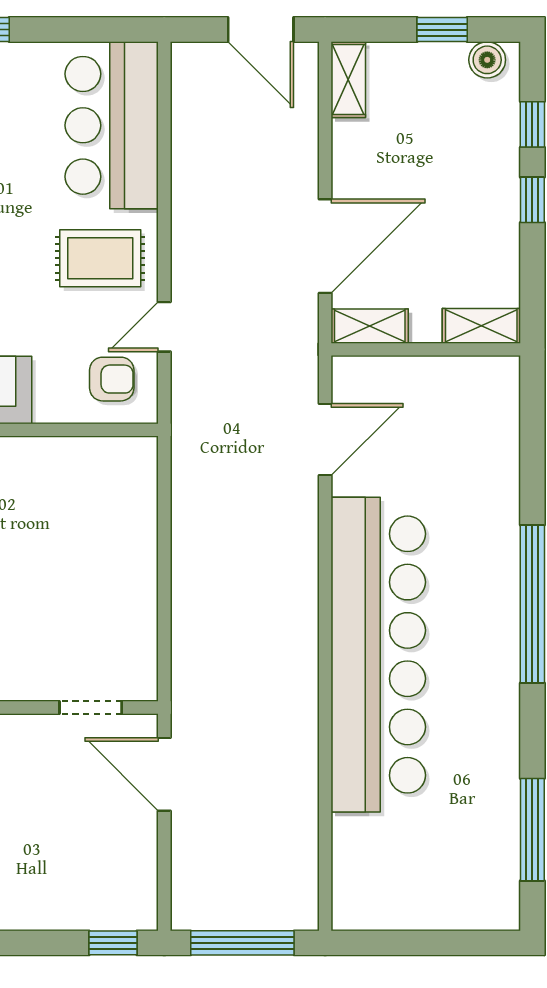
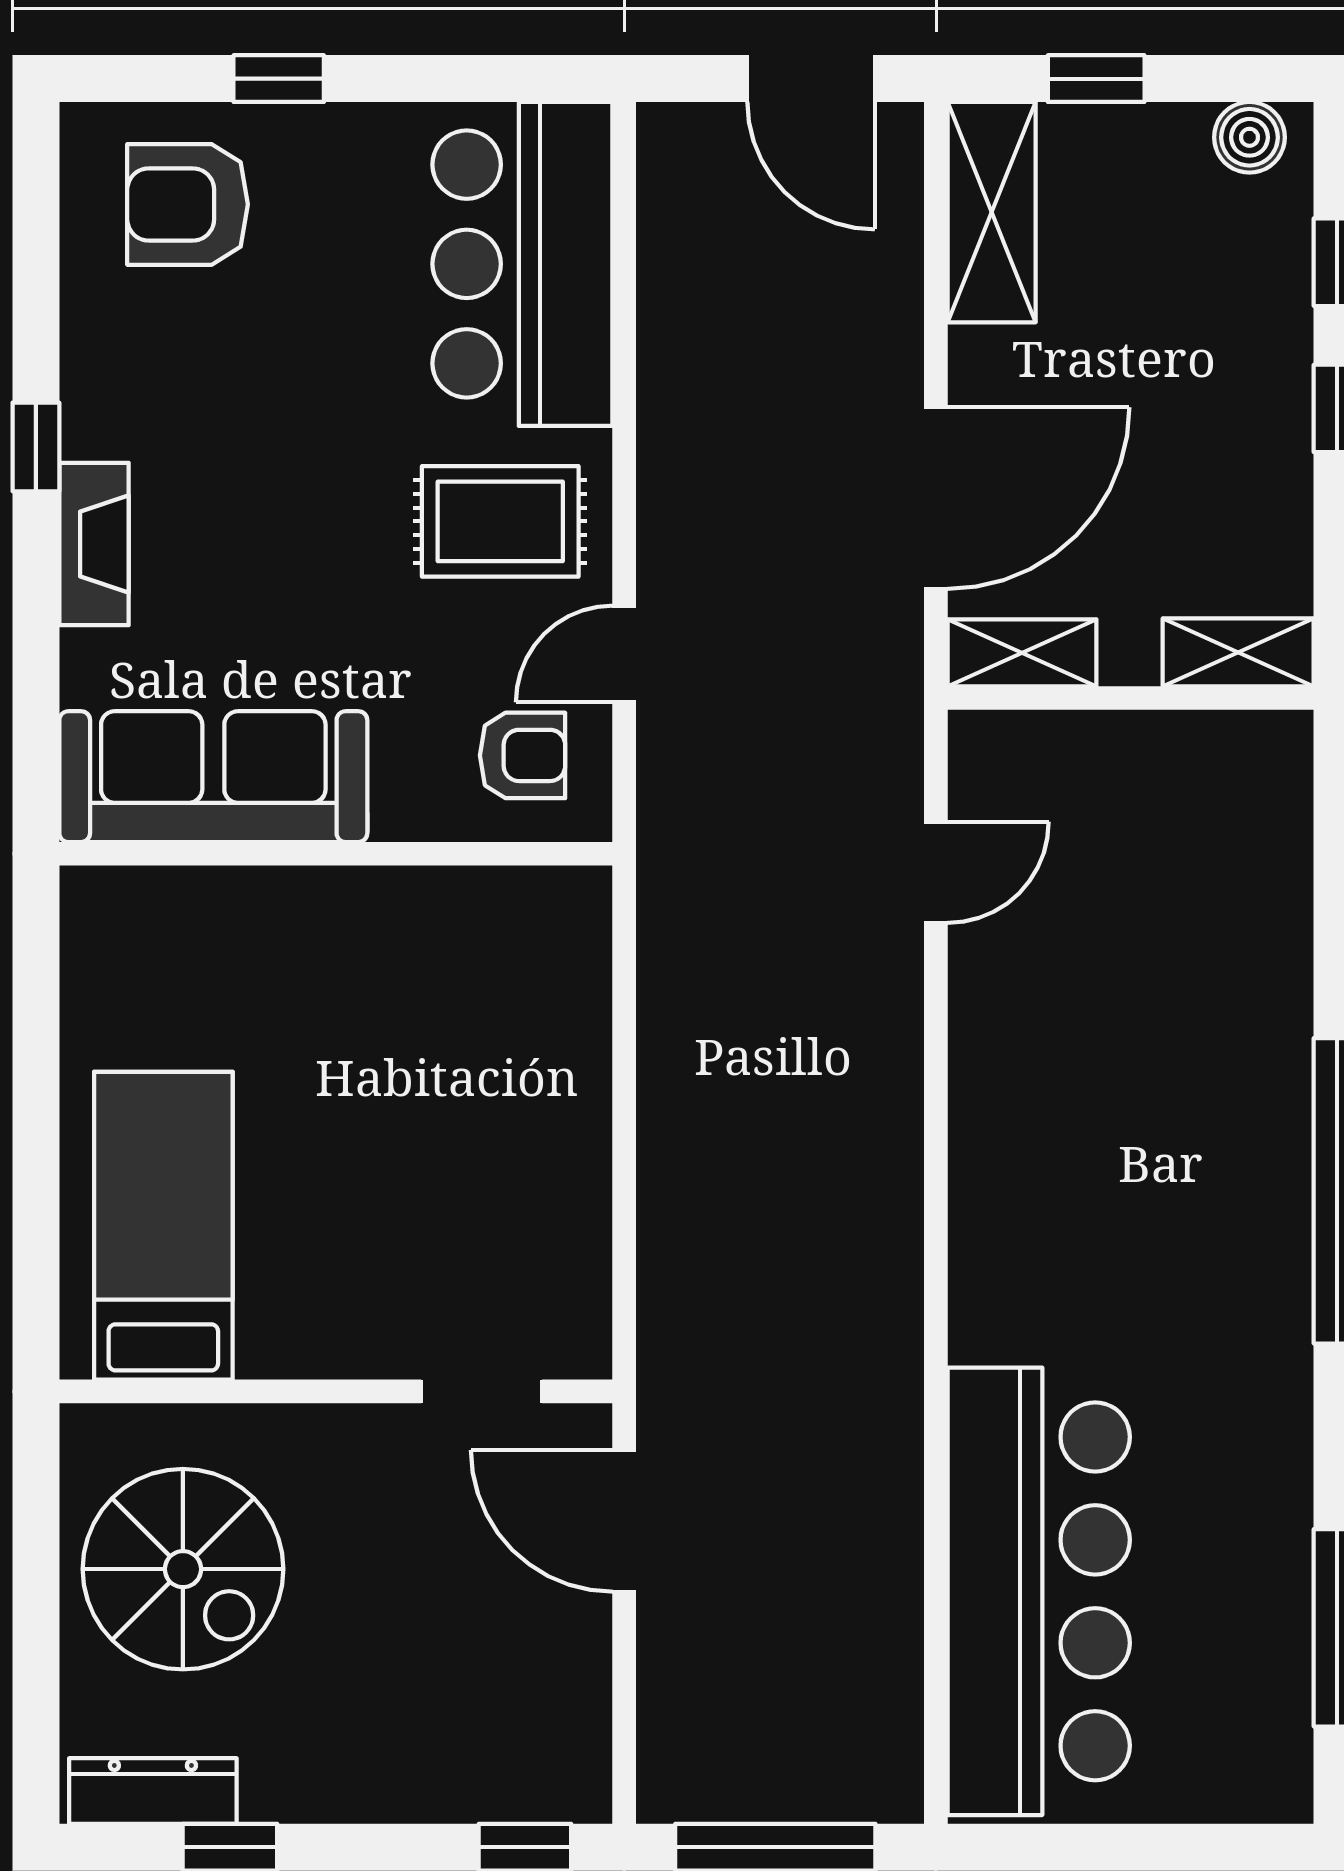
window: (442, 30) -> (1096, 79), moved
shelving: (348, 80) -> (992, 212), width x1.50, depth x1.33
door: (325, 439) -> (936, 872), width x0.73
bar counter: (378, 655) -> (1039, 1591), moved, width x0.73

